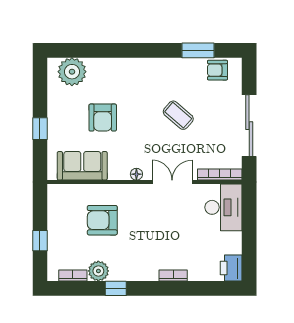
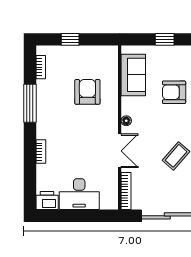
desk: (223, 207) -> (79, 194), moved
plant: (98, 271) -> (45, 89), removed
window: (116, 288) -> (30, 103), width x2.17

